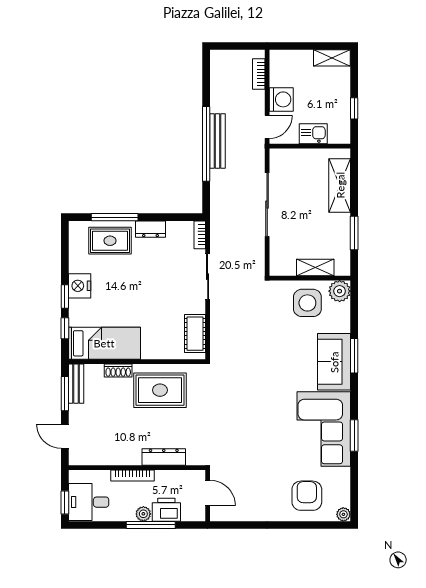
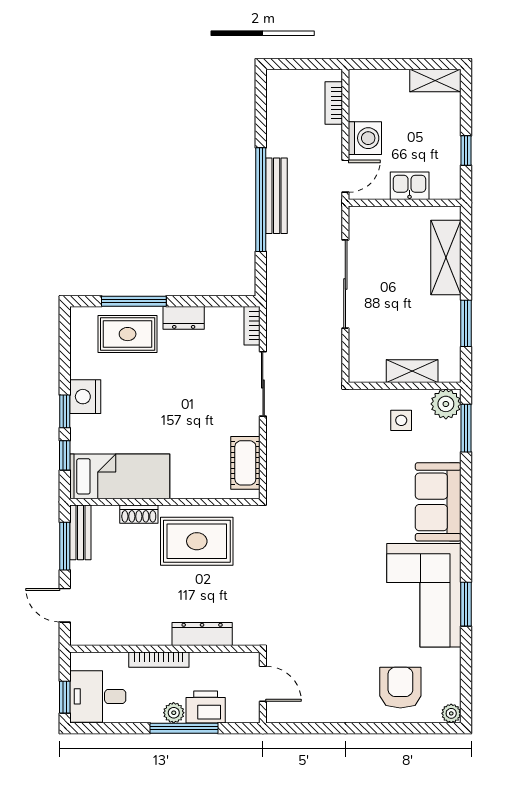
side table: (307, 303) -> (401, 420), width x0.54, depth x0.54
window: (354, 356) -> (466, 428), moved

